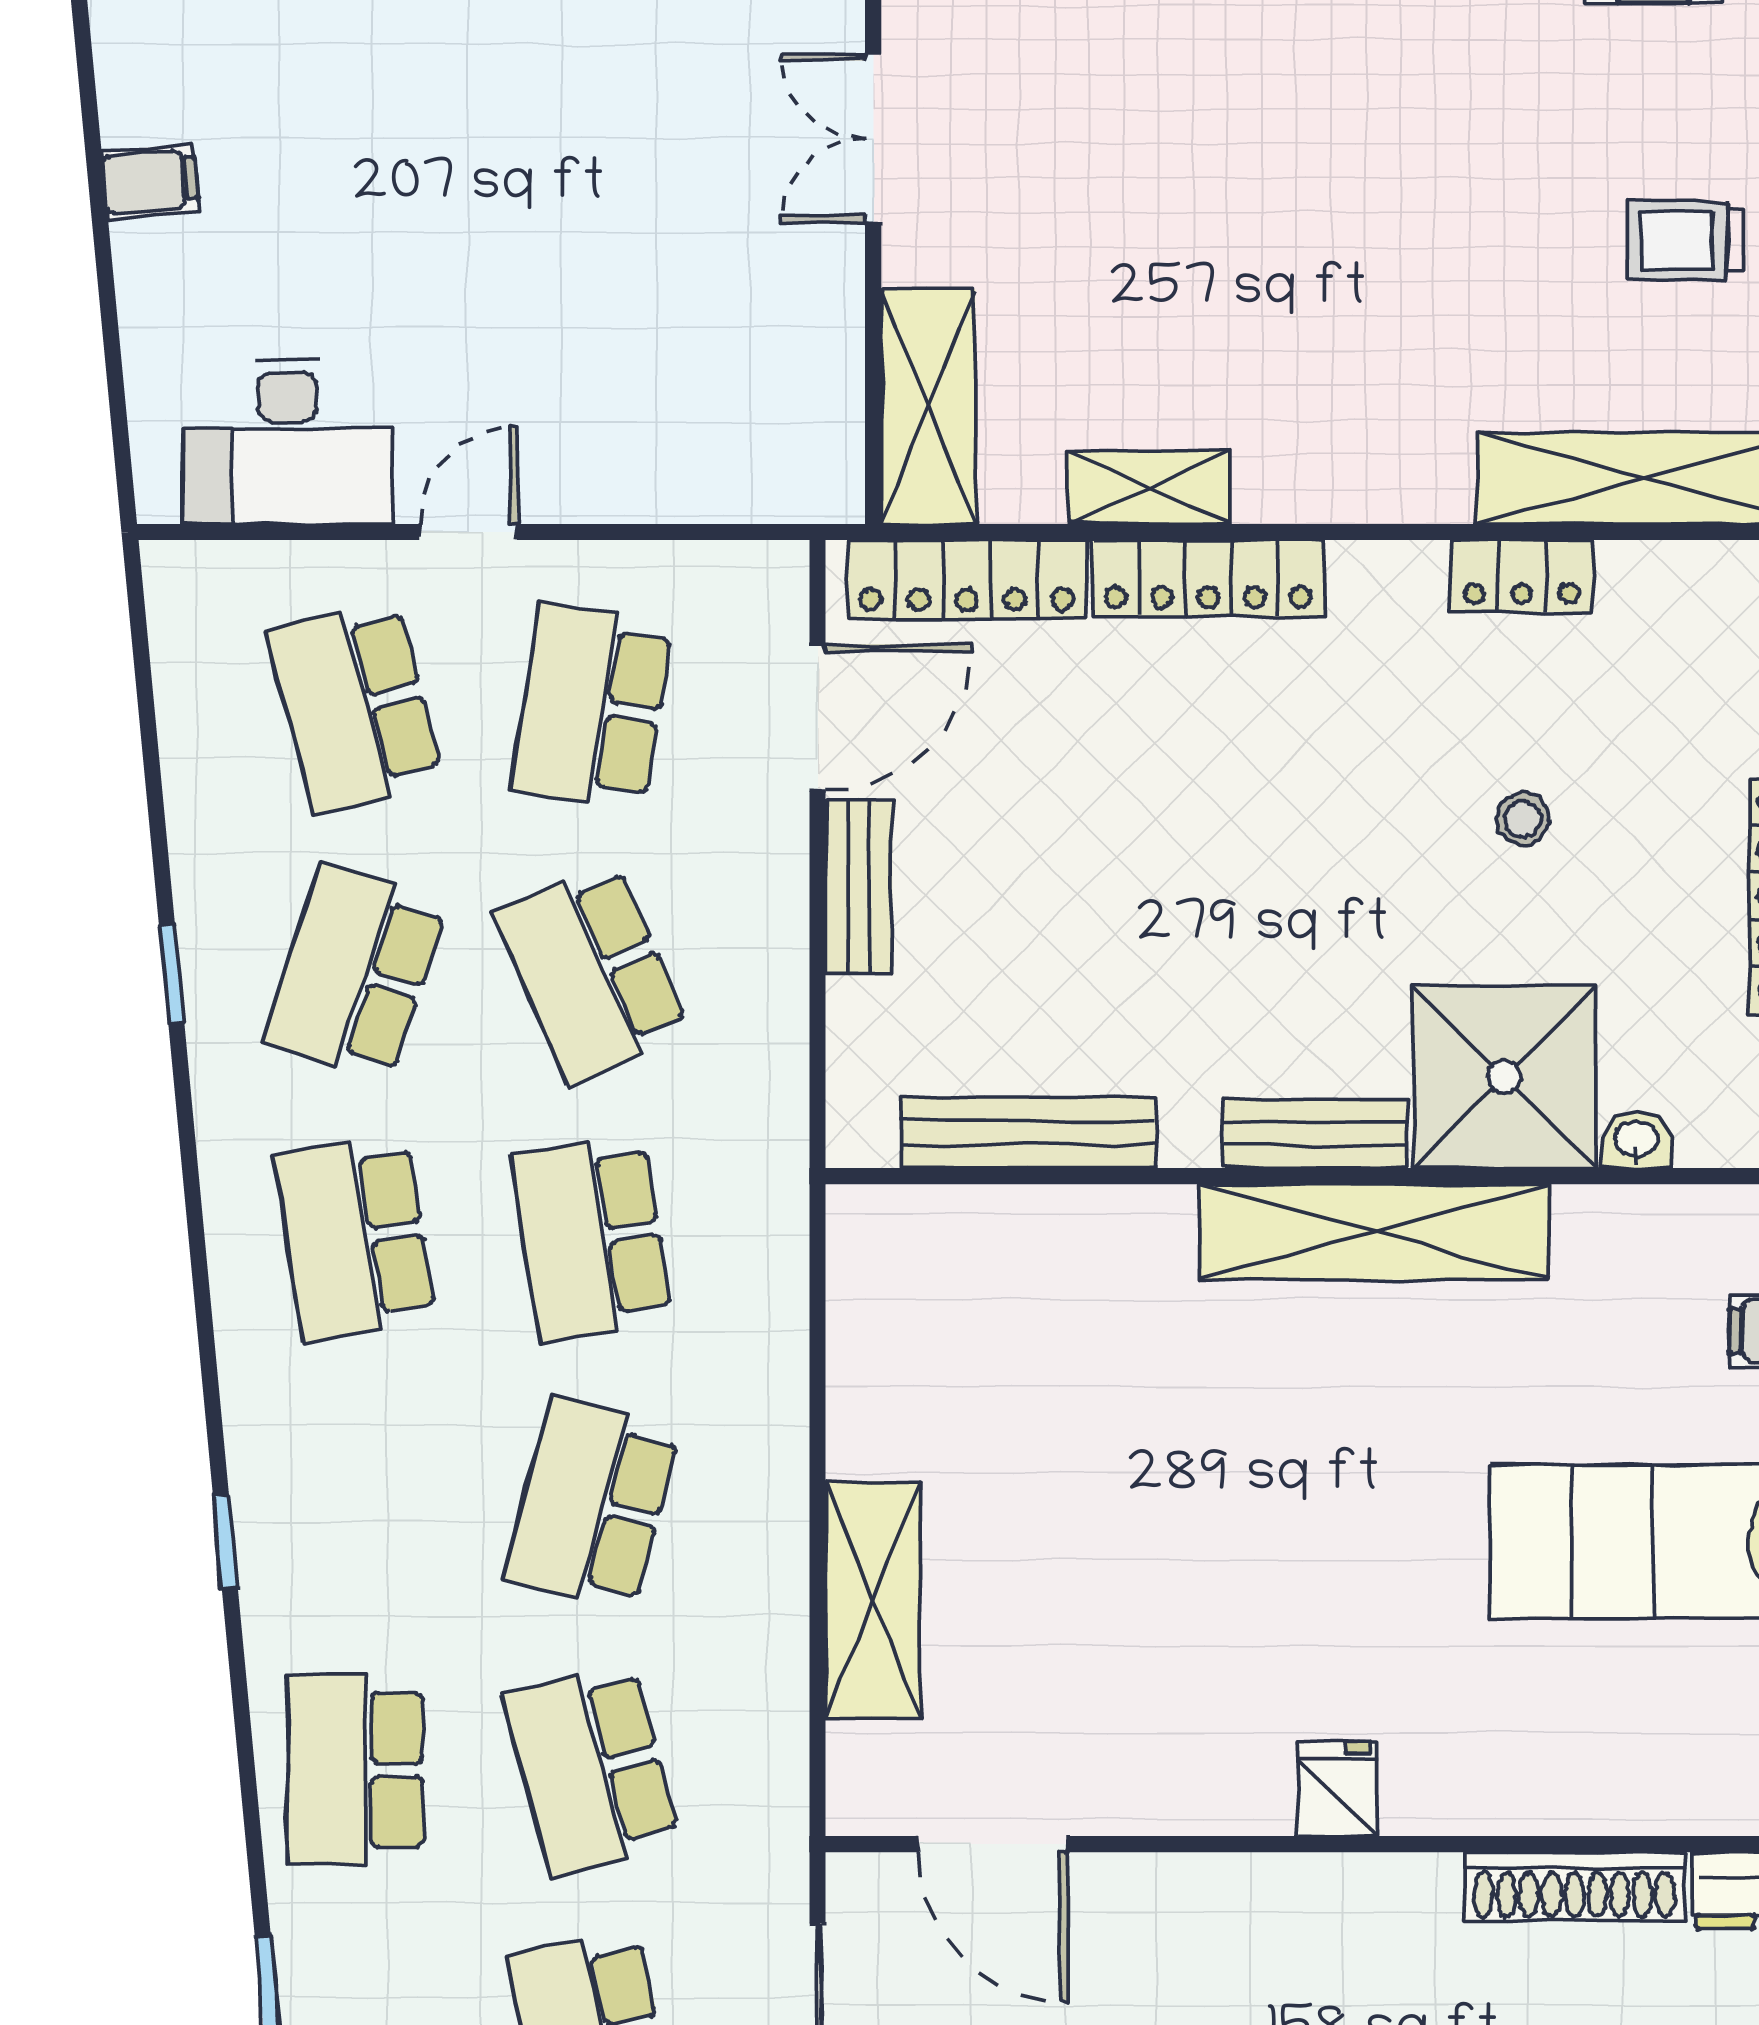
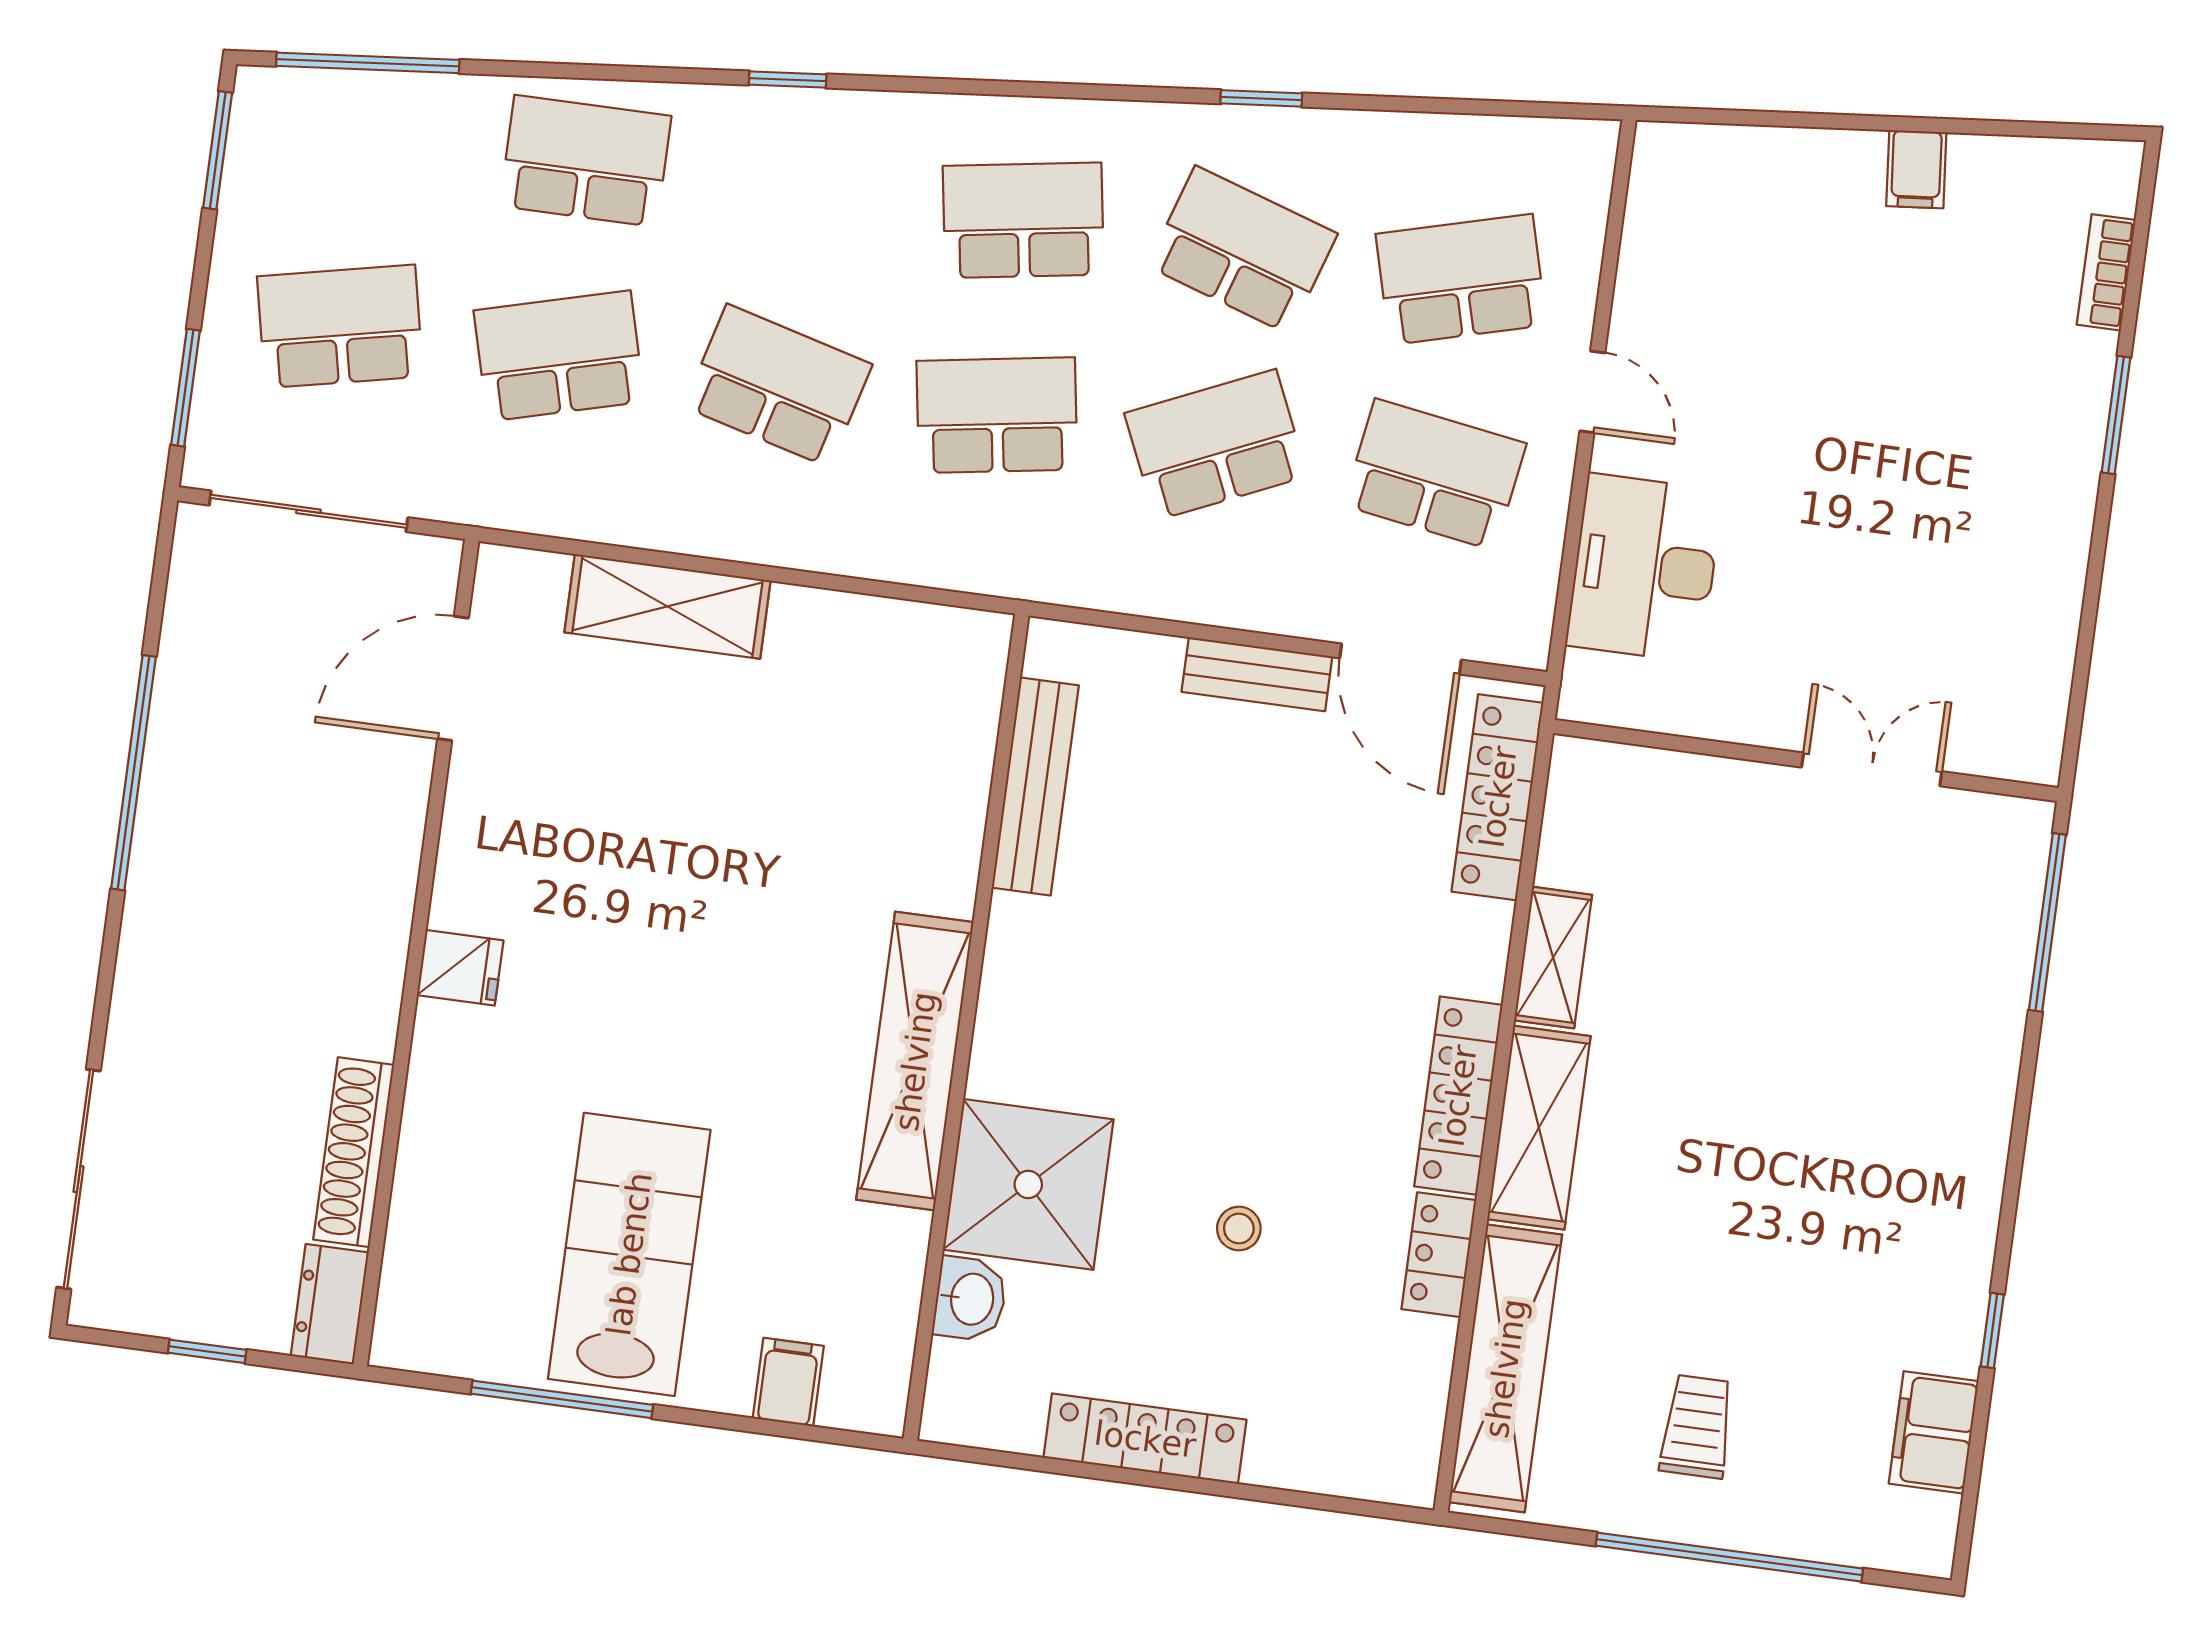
shelving: (928, 407) -> (1539, 1128), moved, turned 90
desk: (287, 442) -> (1644, 568), moved
locker: (1208, 578) -> (1458, 1096), moved
bench: (1315, 1133) -> (1003, 1022), removed
washbasin: (1637, 1140) -> (970, 1299), width x1.38, depth x1.45

